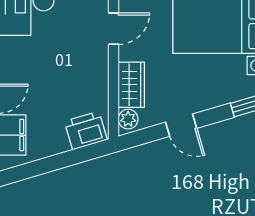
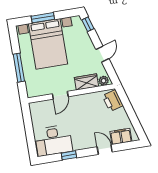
door: (114, 29) -> (60, 95), swing flipped

